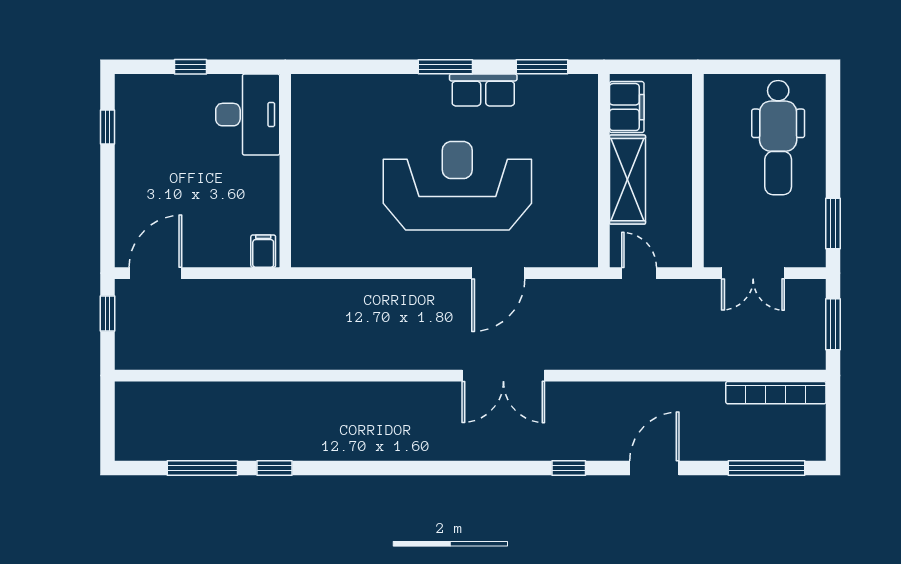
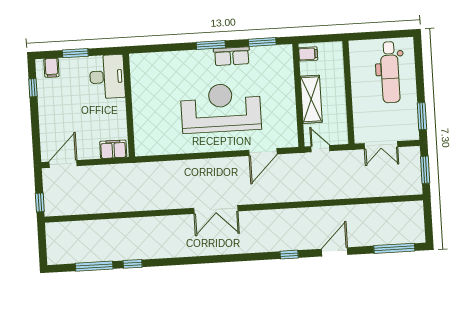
window: (190, 67) -> (75, 53), width x1.50
filing cabinet: (144, 92) -> (51, 68), added
filing cabinet: (627, 107) -> (308, 54), width x0.50
filing cabinet: (263, 251) -> (113, 149), width x2.00
door: (498, 273) -> (263, 152), moved
window: (107, 314) -> (40, 203), moved
double door: (503, 376) -> (216, 210), moved
bookcase: (776, 393) -> (397, 208), removed

